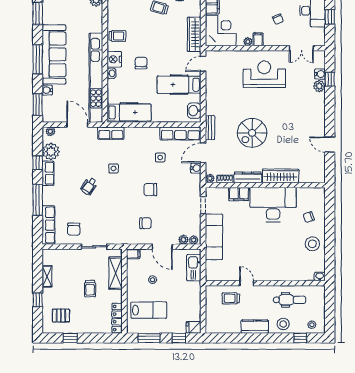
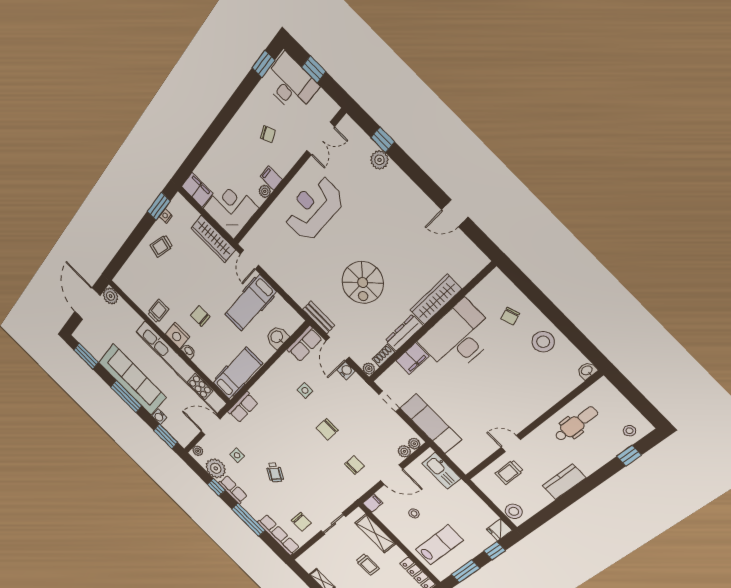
water cooler: (320, 74) -> (367, 146), removed
washbasin: (194, 111) -> (277, 337), moved, turned 90
row of seats: (180, 133) -> (304, 344), width x0.68
side table: (113, 168) -> (237, 455), moved
stool: (283, 324) -> (514, 511), moved

